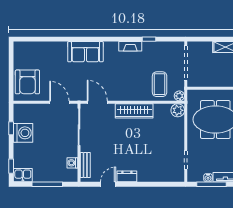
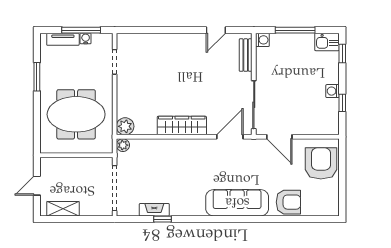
fireplace: (130, 46) -> (154, 210), moved
armchair: (52, 52) -> (288, 202), added
sofa: (85, 52) -> (237, 203), width x1.36
coffee table: (160, 84) -> (149, 160), removed
door: (97, 102) -> (230, 137), swing flipped
washing machine: (23, 133) -> (333, 91), width x0.53, depth x0.53
washing machine: (72, 163) -> (262, 40), moved
dresser: (127, 176) -> (191, 40), removed

